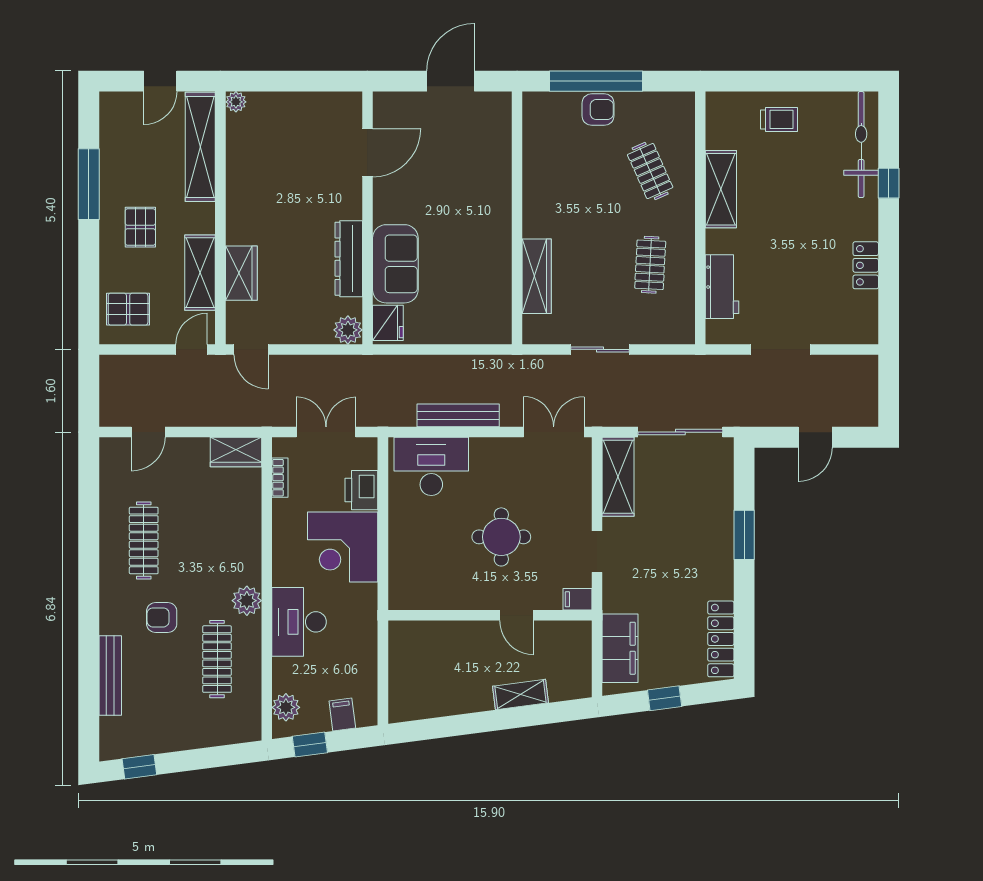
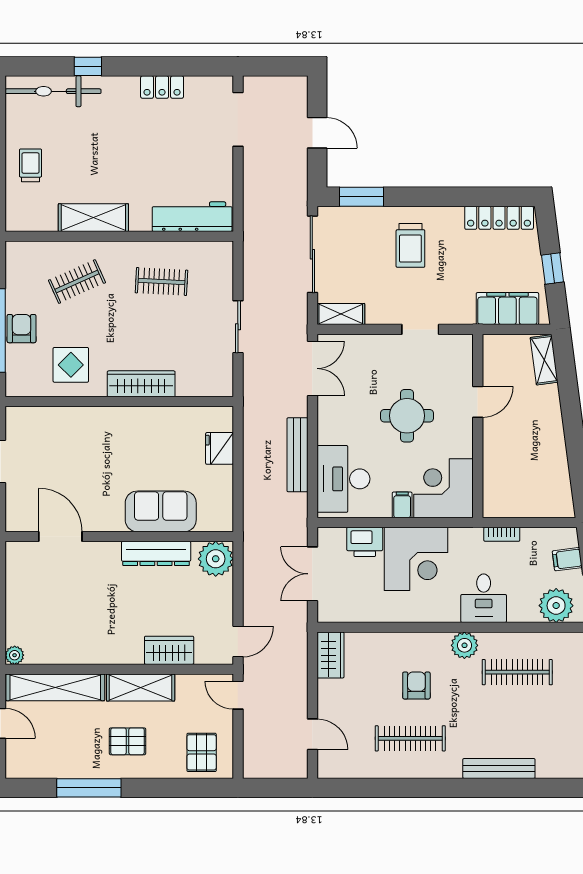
display table: (558, 164) -> (71, 365), added
shelving: (200, 273) -> (141, 687), moved
wardrobe: (537, 276) -> (141, 384), moved
workbench: (722, 287) -> (192, 217), width x1.38
fridge: (388, 323) -> (220, 448), moved, turned -90
plant: (348, 330) -> (216, 559), width x1.36, depth x1.36
doorway: (780, 349) -> (238, 119), moved
double door: (554, 432) -> (312, 368), swing flipped
shelving: (618, 477) -> (341, 314), width x0.67, depth x0.75
bookcase: (280, 478) -> (502, 534), moved, turned 180
window: (744, 535) -> (361, 197), moved
trolley: (690, 541) -> (410, 245), added
corner desk: (421, 577) -> (443, 488), added
filing cabinet: (578, 599) -> (402, 505), moved, turned 180
armchair: (162, 617) -> (416, 685), moved, turned 180
desk: (299, 622) -> (484, 598), width x0.73
bench: (110, 676) -> (499, 768), moved
shelving: (521, 695) -> (544, 360), moved
plant: (286, 707) -> (556, 606), width x1.36, depth x1.36

